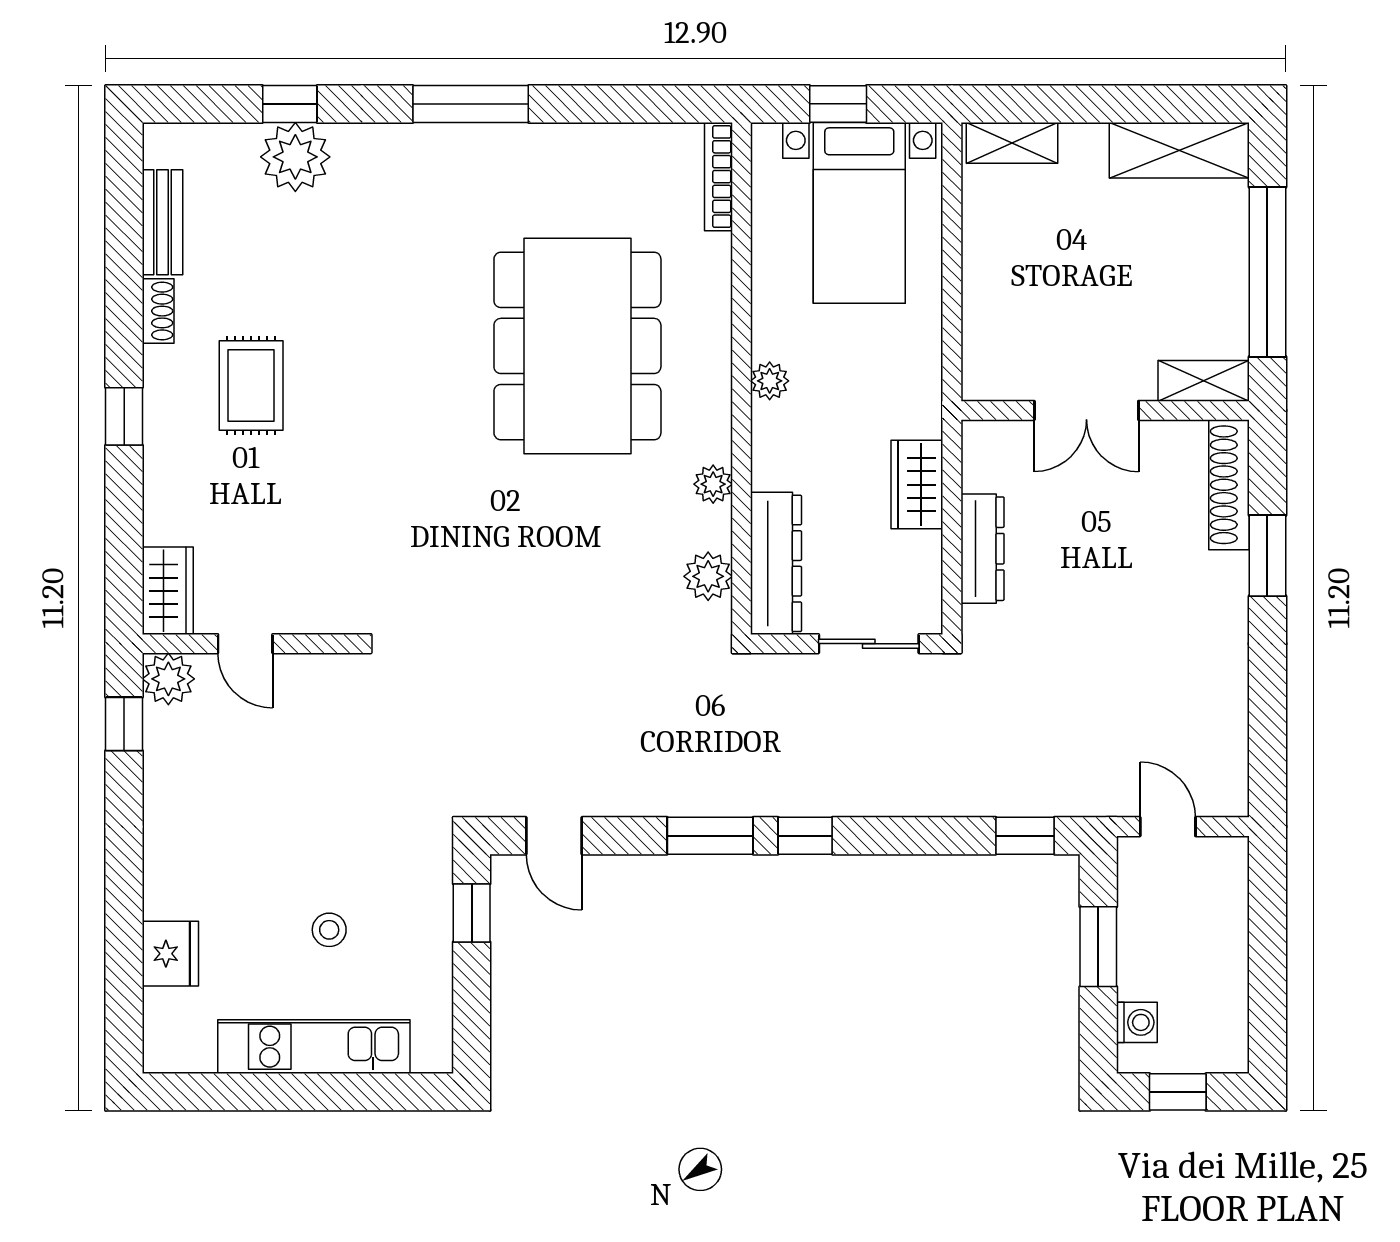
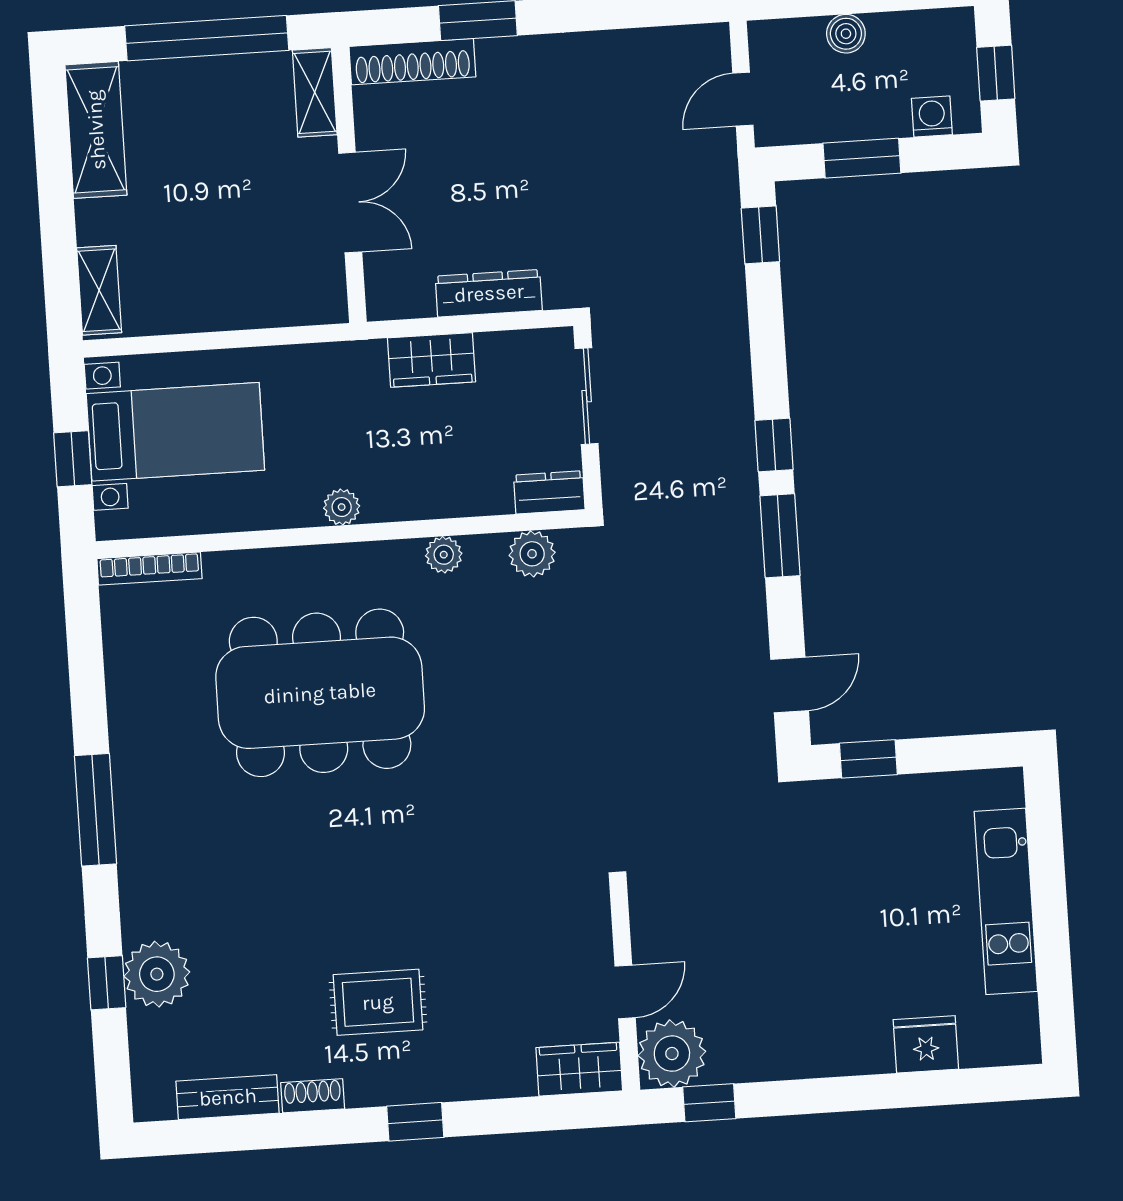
dresser: (776, 563) -> (549, 492), width x0.51, depth x0.80
plant: (168, 679) -> (672, 1054), width x1.36, depth x1.36
stool: (329, 930) -> (893, 894), removed
boiler: (1229, 938) -> (846, 34), added

